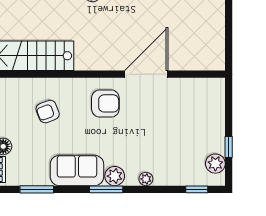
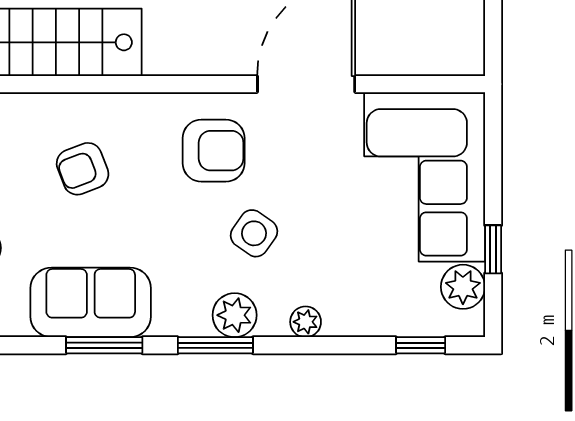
corner sofa: (198, 115) -> (425, 177), added
side table: (123, 140) -> (254, 233), added
sofa: (77, 170) -> (91, 302), moved
window: (37, 189) -> (104, 345), moved

